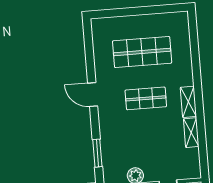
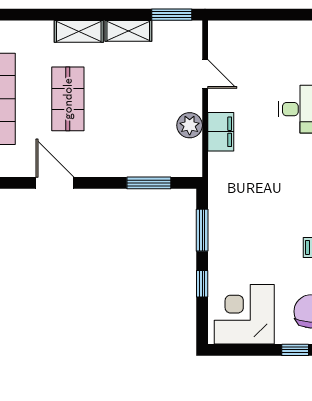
door: (93, 95) -> (55, 183), swing flipped
window: (203, 159) -> (172, 15), added

